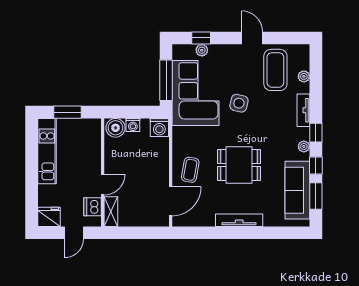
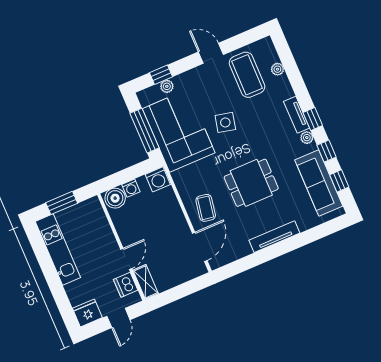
tv unit: (303, 110) -> (297, 115), moved
window: (316, 196) -> (339, 181), width x0.67

